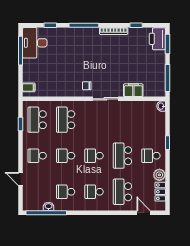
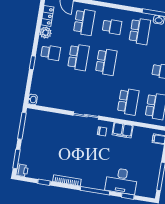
printer: (157, 39) -> (22, 170), width x0.53, depth x0.68
desk: (35, 43) -> (121, 181), moved, turned 90
filing cabinet: (133, 90) -> (123, 130), moved
school desk: (66, 156) -> (134, 66), removed
school desk: (94, 156) -> (106, 62), width x1.85
school desk: (66, 192) -> (140, 31), width x1.85

